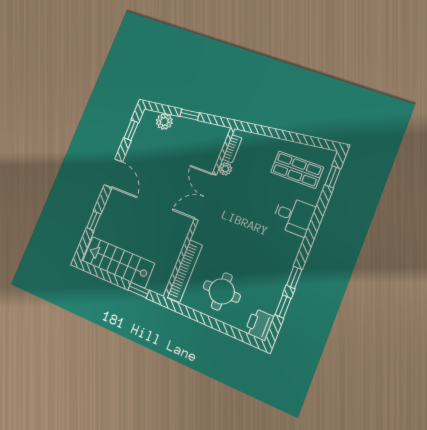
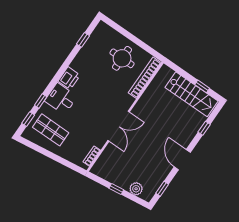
plant: (225, 169) -> (100, 143), removed
window: (294, 277) -> (41, 101), moved
window: (139, 290) -> (202, 86), moved
printer: (259, 325) -> (69, 78), moved

